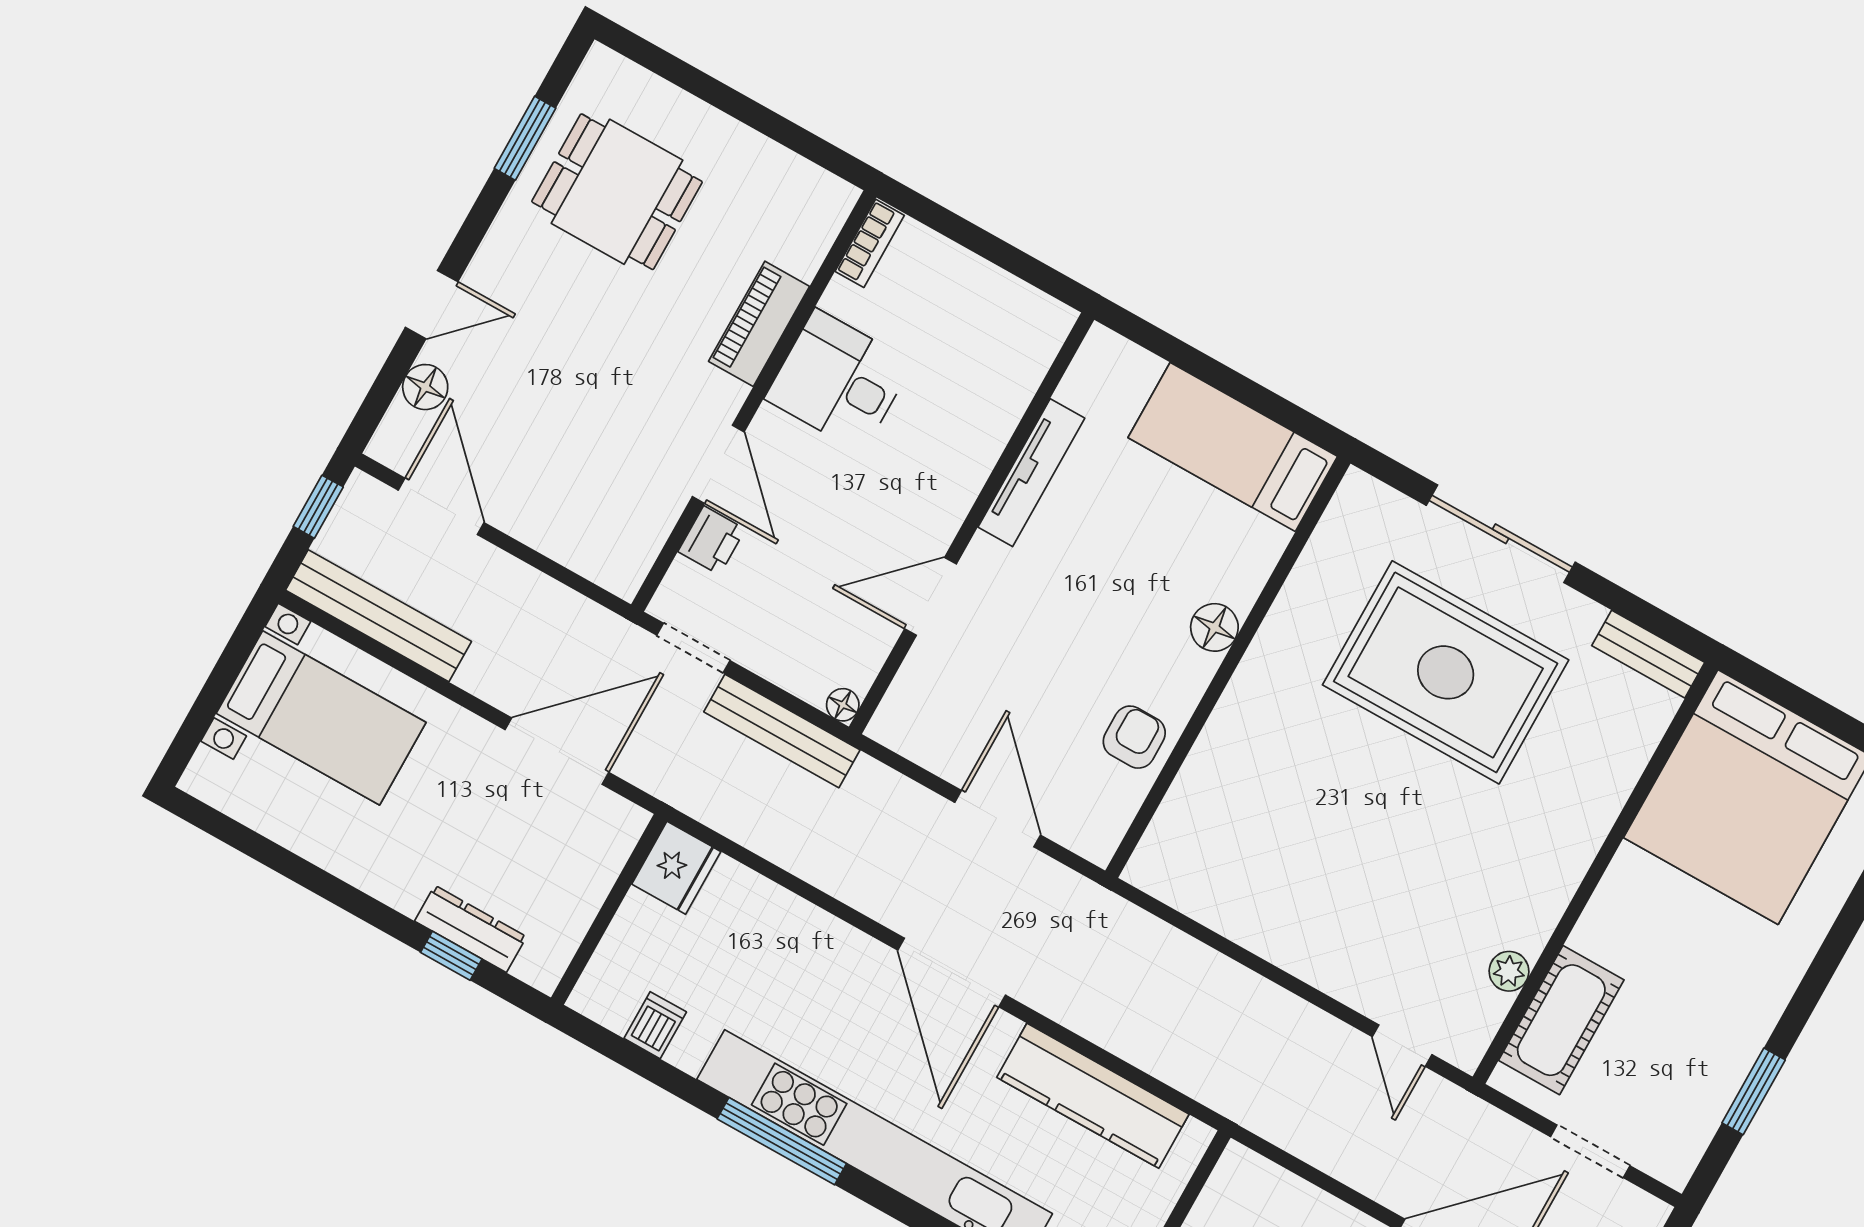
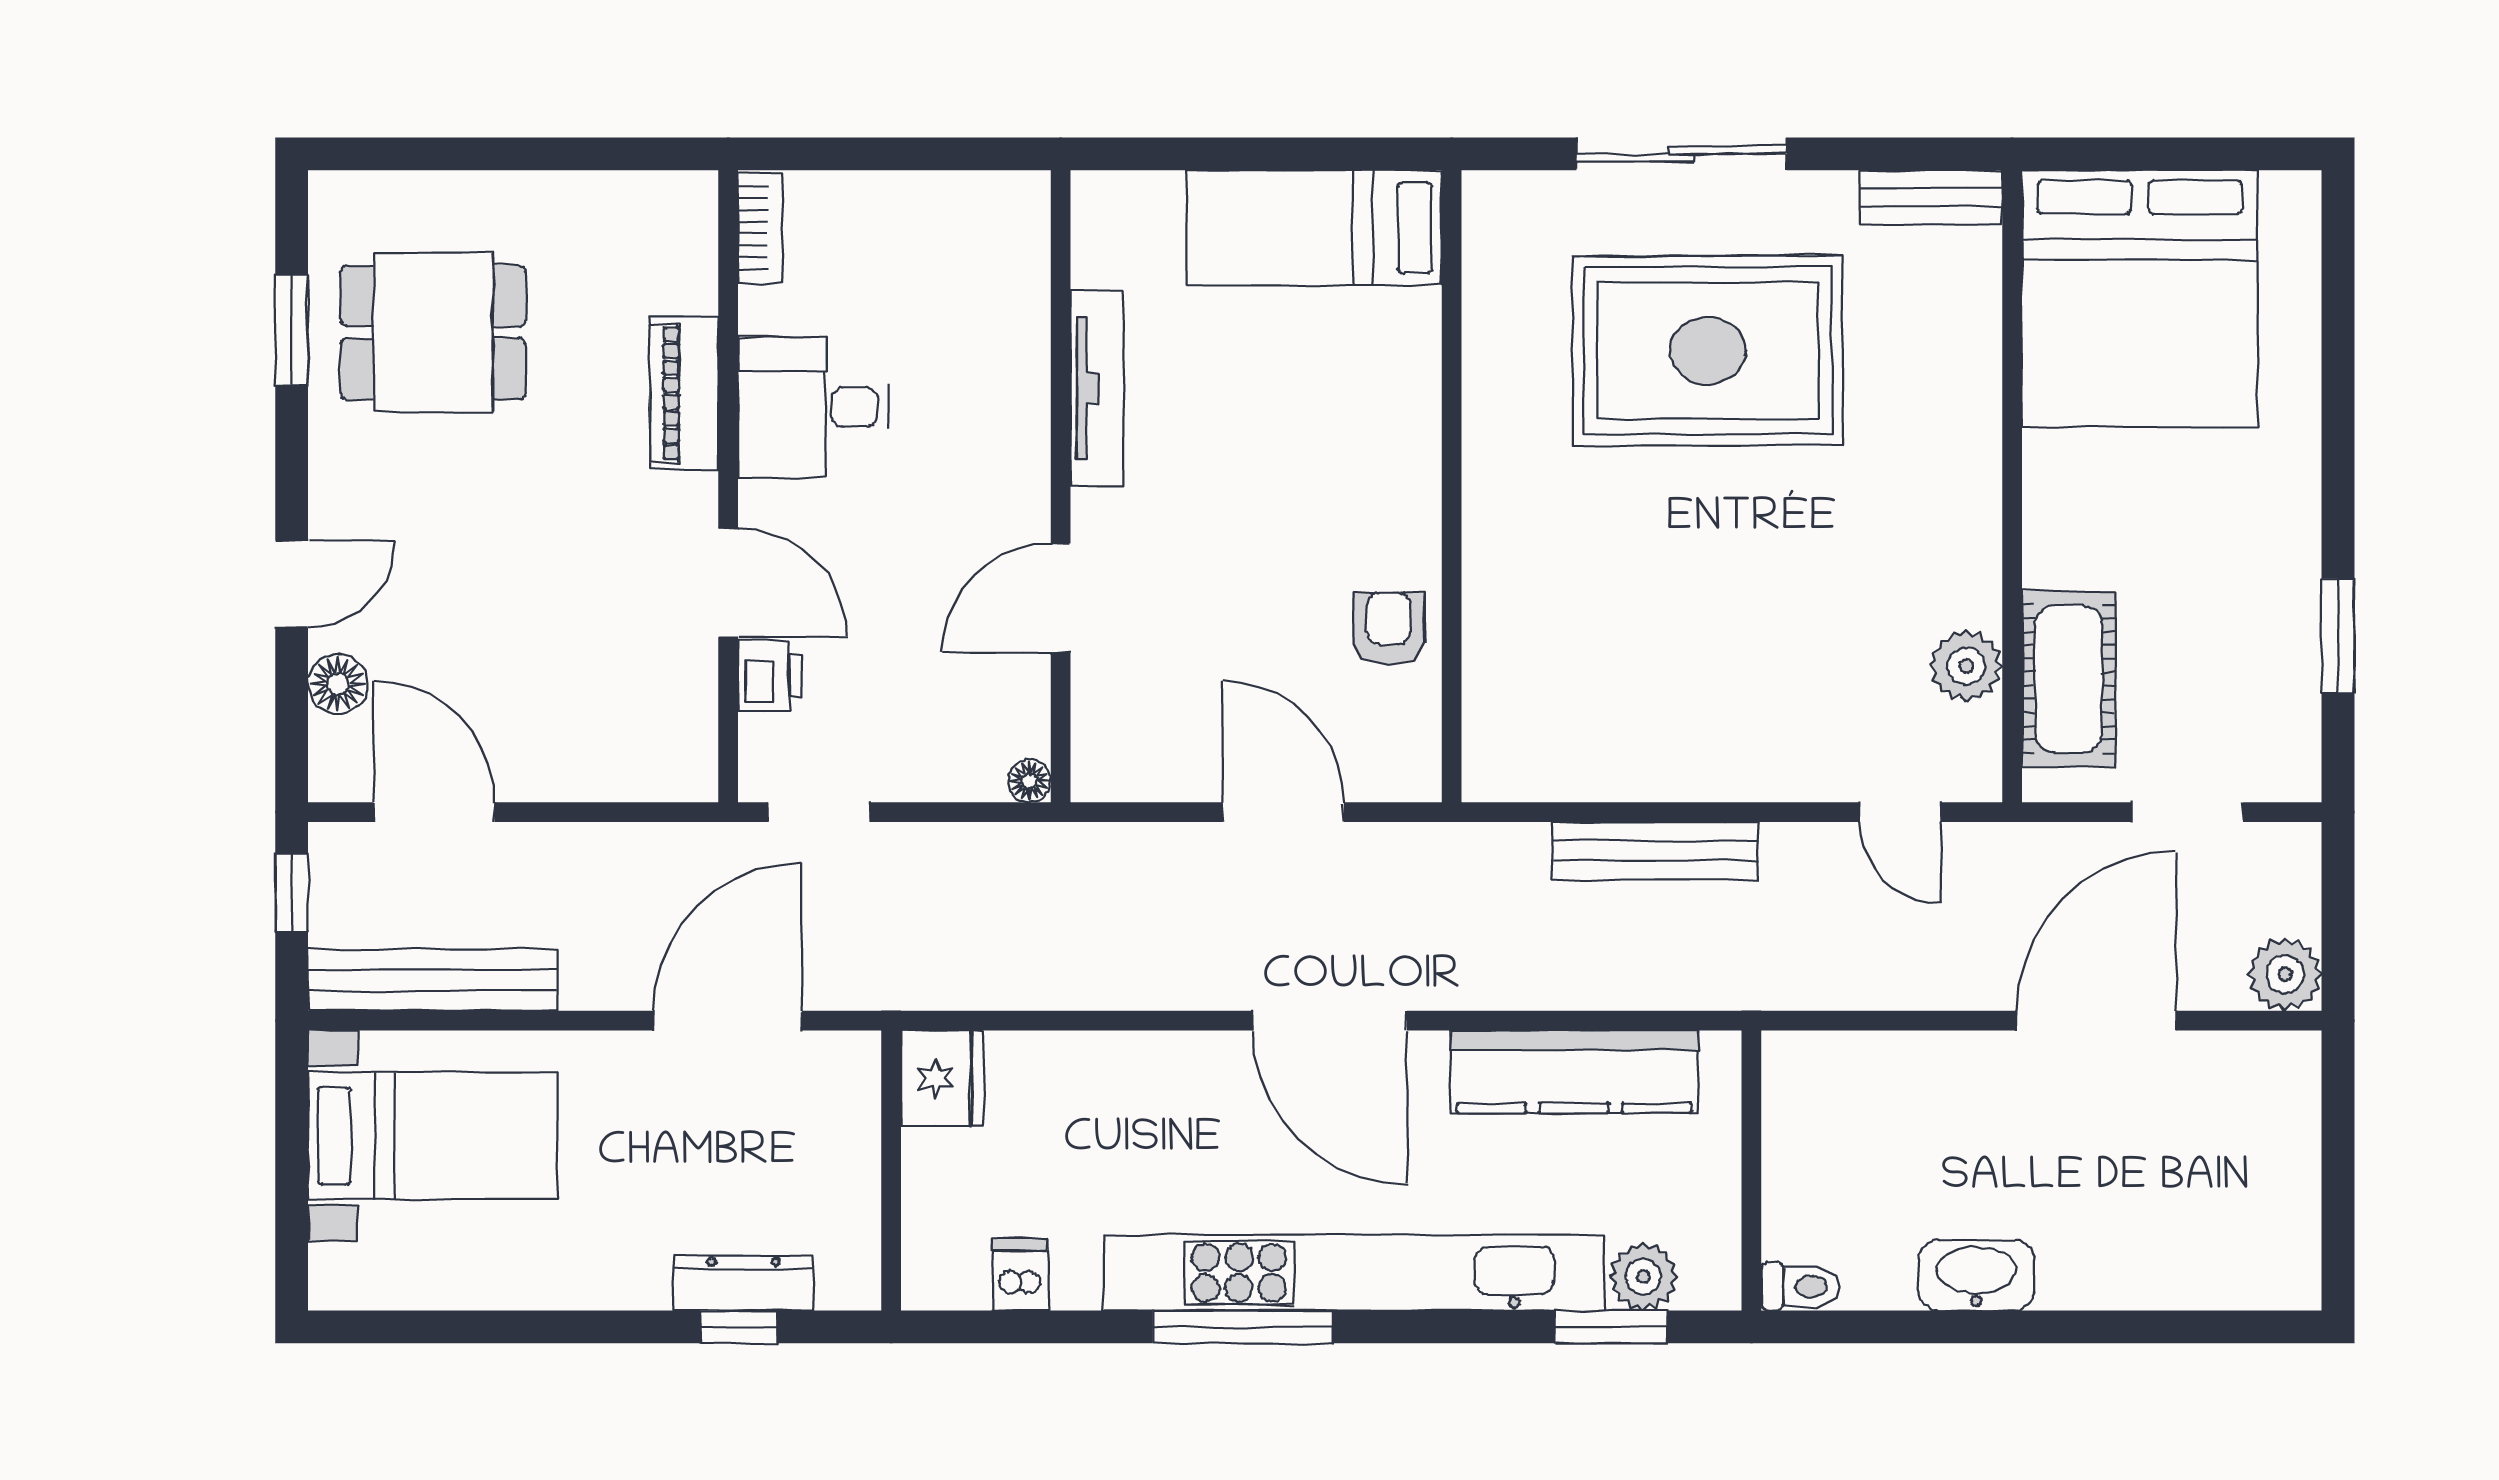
floor lamp: (1214, 627) -> (1410, 449), removed
bench: (782, 731) -> (1655, 851), moved
plant: (1509, 971) -> (1966, 666), width x1.38, depth x1.38

